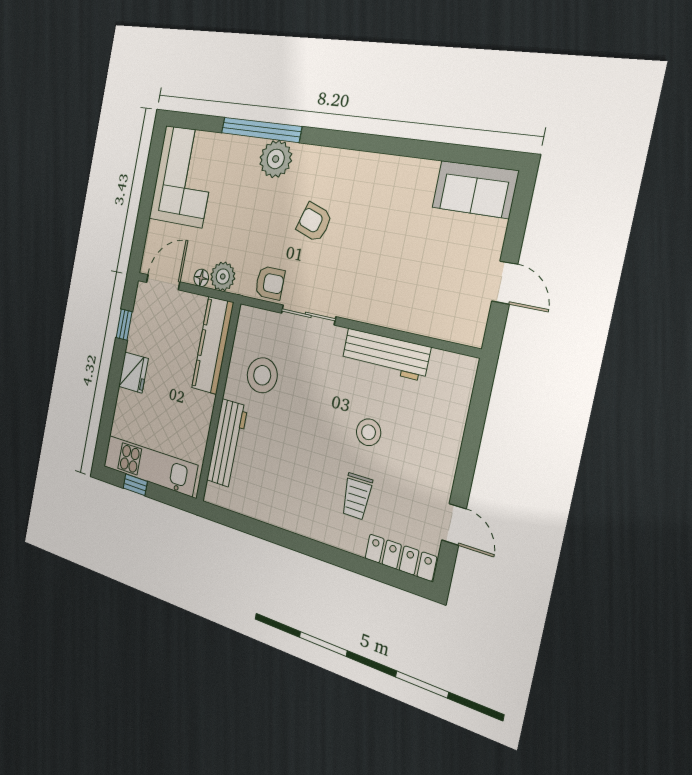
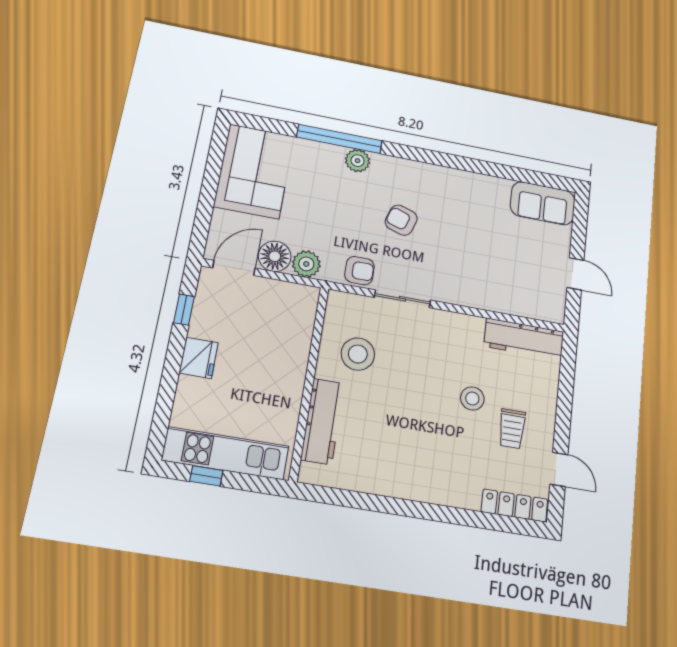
plant: (276, 159) -> (358, 161), width x0.73, depth x0.73
floor lamp: (201, 278) -> (275, 256), width x1.89, depth x1.89
kitchen counter: (213, 345) -> (299, 328), removed
workbench: (386, 355) -> (524, 339), moved
trolley: (357, 496) -> (512, 429), moved

